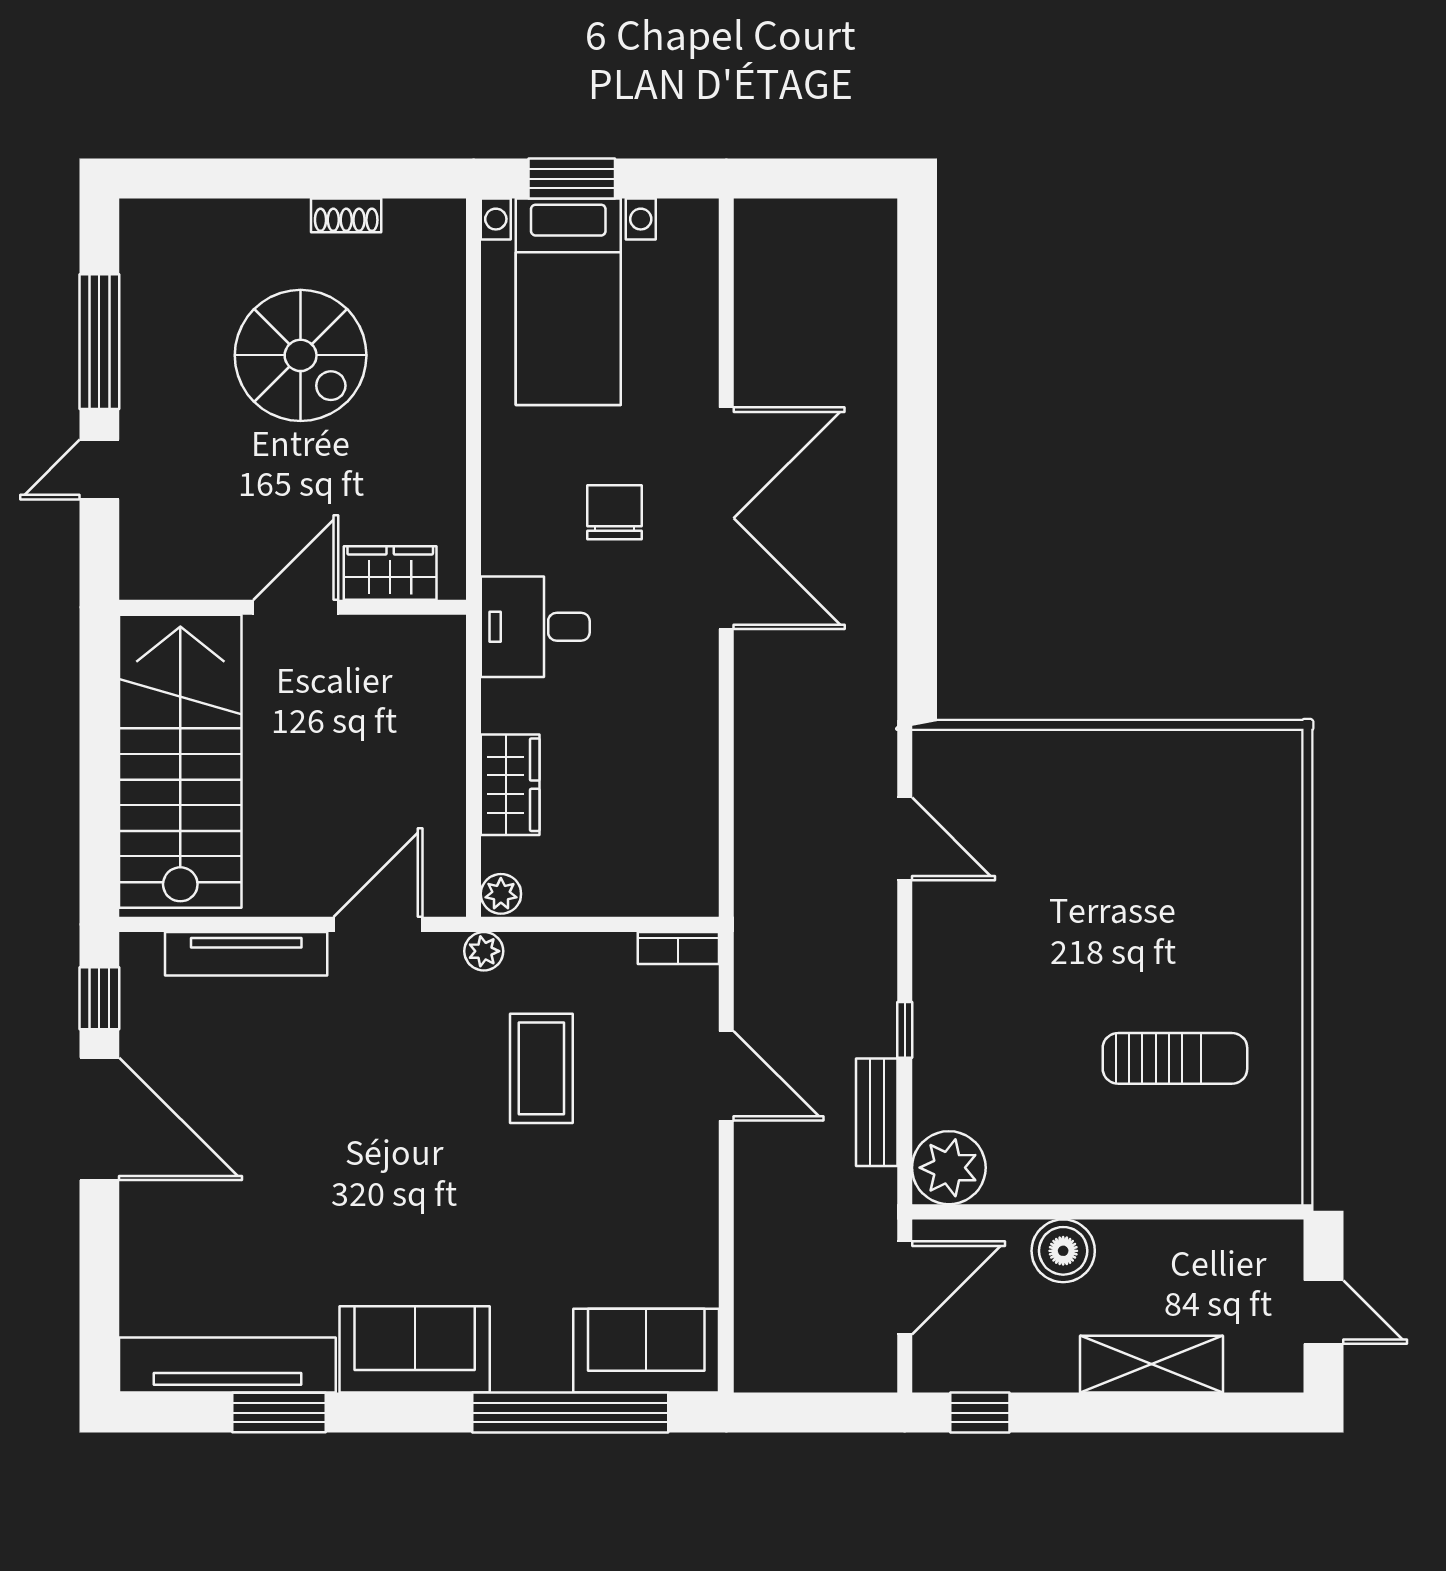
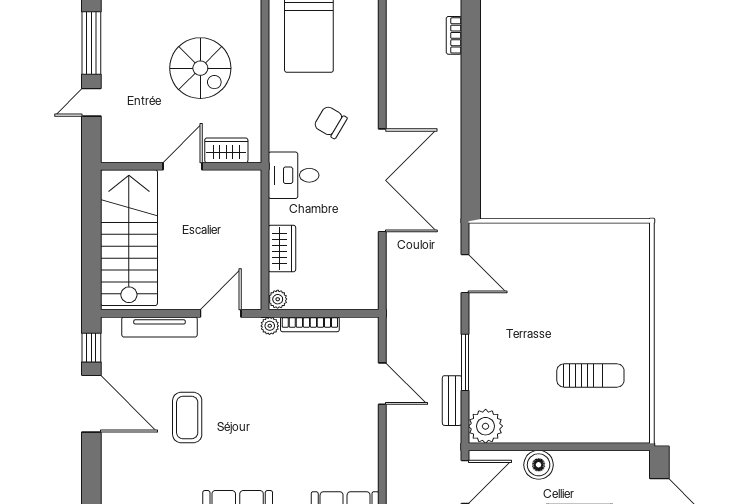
bookcase: (881, 325) -> (454, 35), added
spiral stairs: (301, 355) -> (200, 68), moved
chair: (615, 512) -> (330, 122), turned -59
double door: (726, 518) -> (382, 180), moved
bookcase: (678, 948) -> (310, 324), moved, width x1.56
window: (905, 1030) -> (465, 362), width x2.17
coffee table: (541, 1068) -> (187, 417), moved

